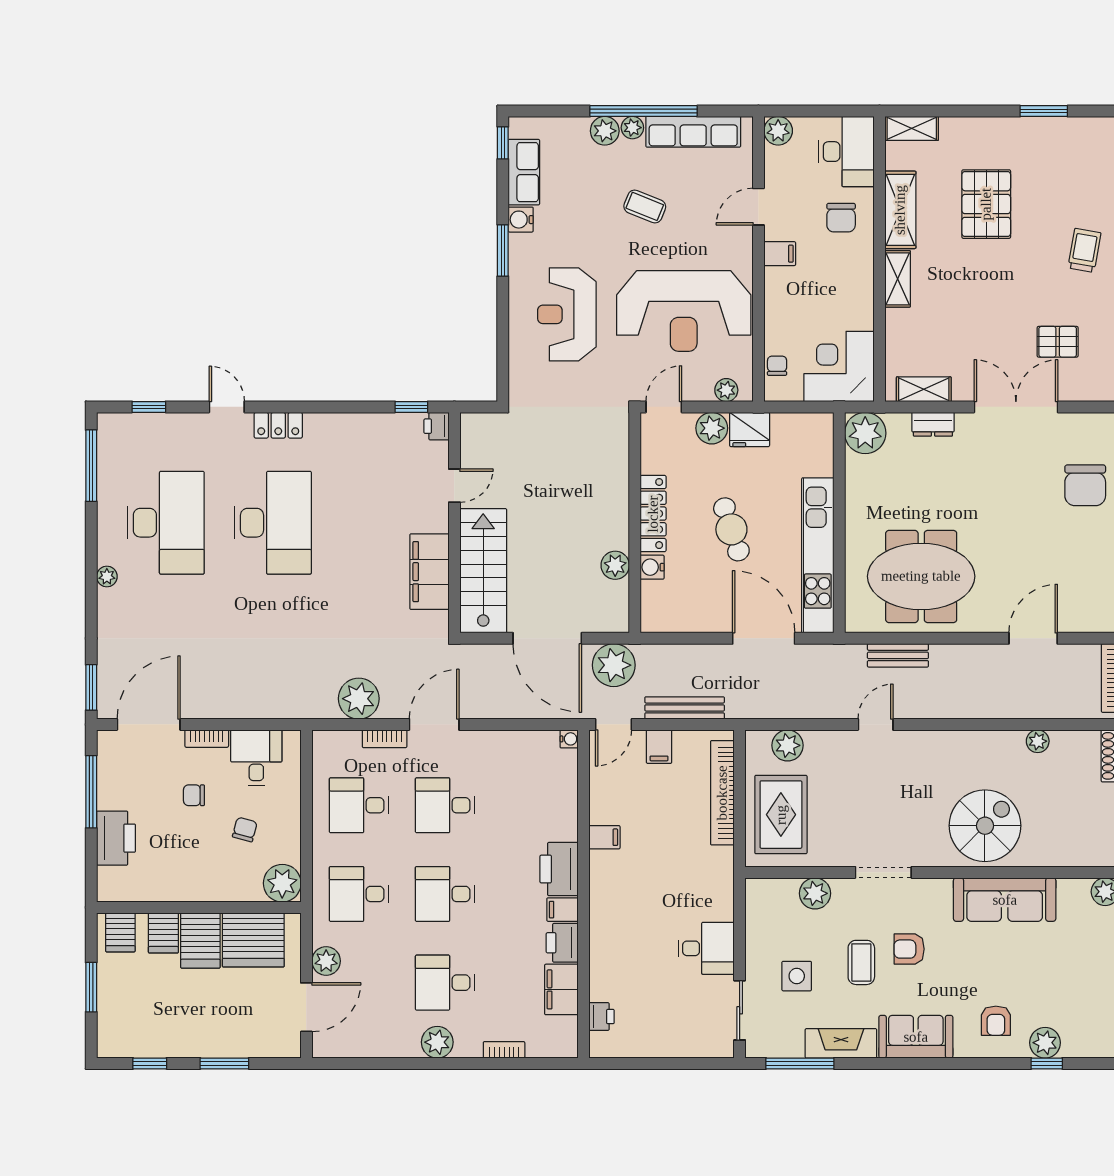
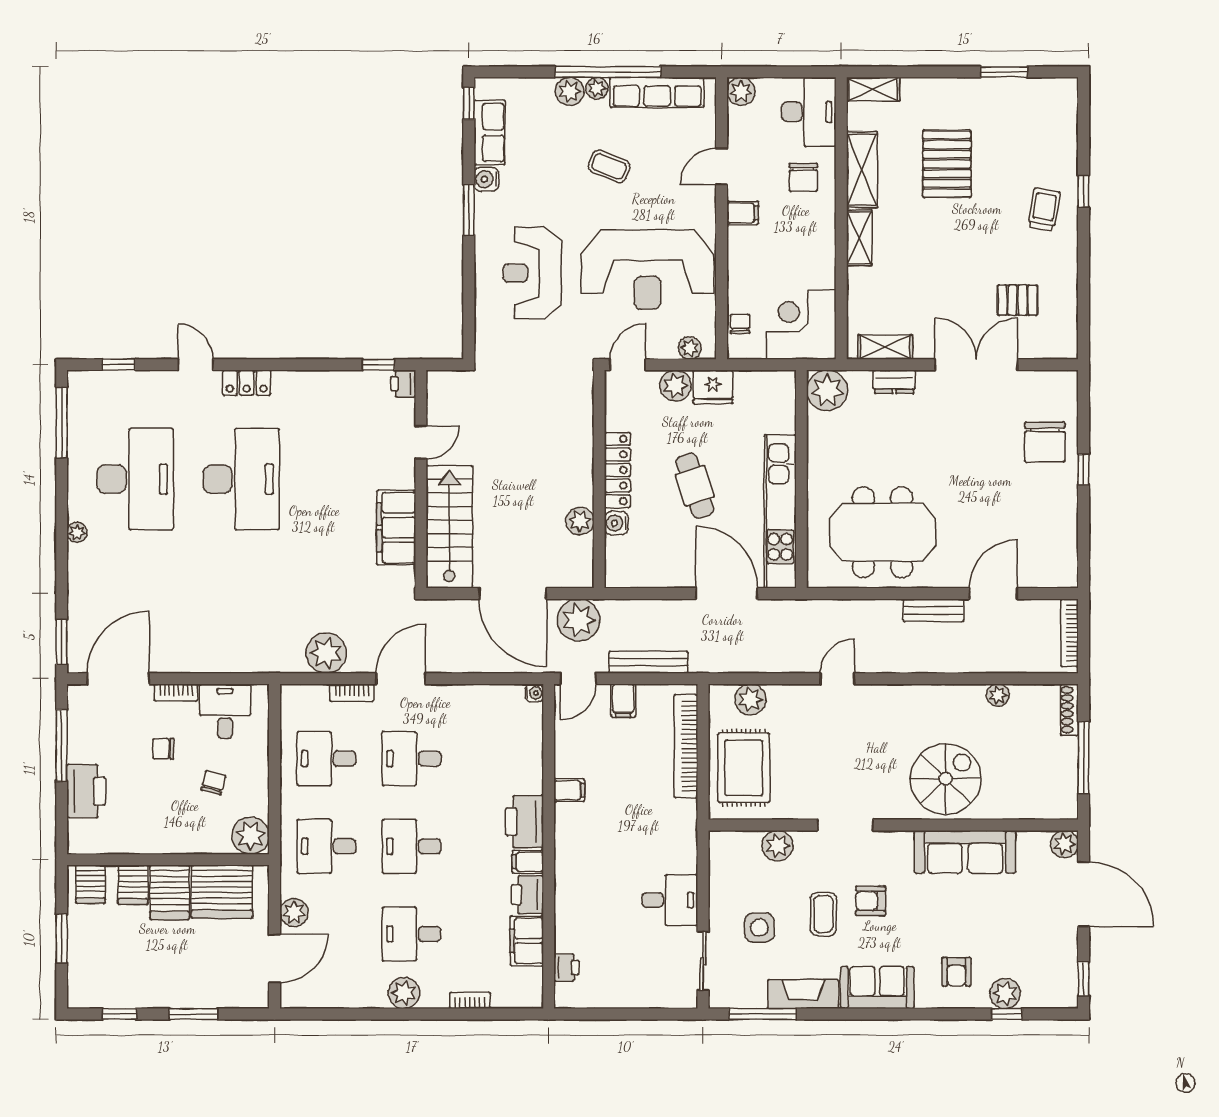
bench: (898, 655) -> (933, 610), moved

